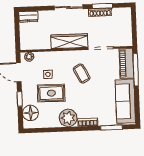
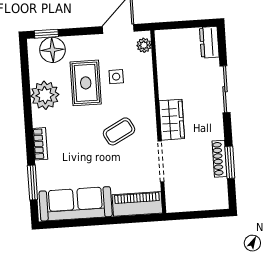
sliding door: (69, 7) -> (225, 89), moved
wardrobe: (69, 41) -> (172, 120), width x0.67
window: (136, 70) -> (128, 219), removed
window: (20, 99) -> (46, 34), moved
plant: (68, 118) -> (45, 95), moved

